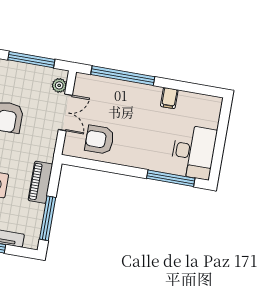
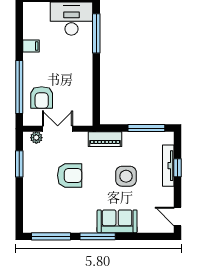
window: (31, 60) -> (19, 164), width x0.69
armchair: (100, 140) -> (42, 97), moved
piano: (40, 182) -> (105, 139), moved

